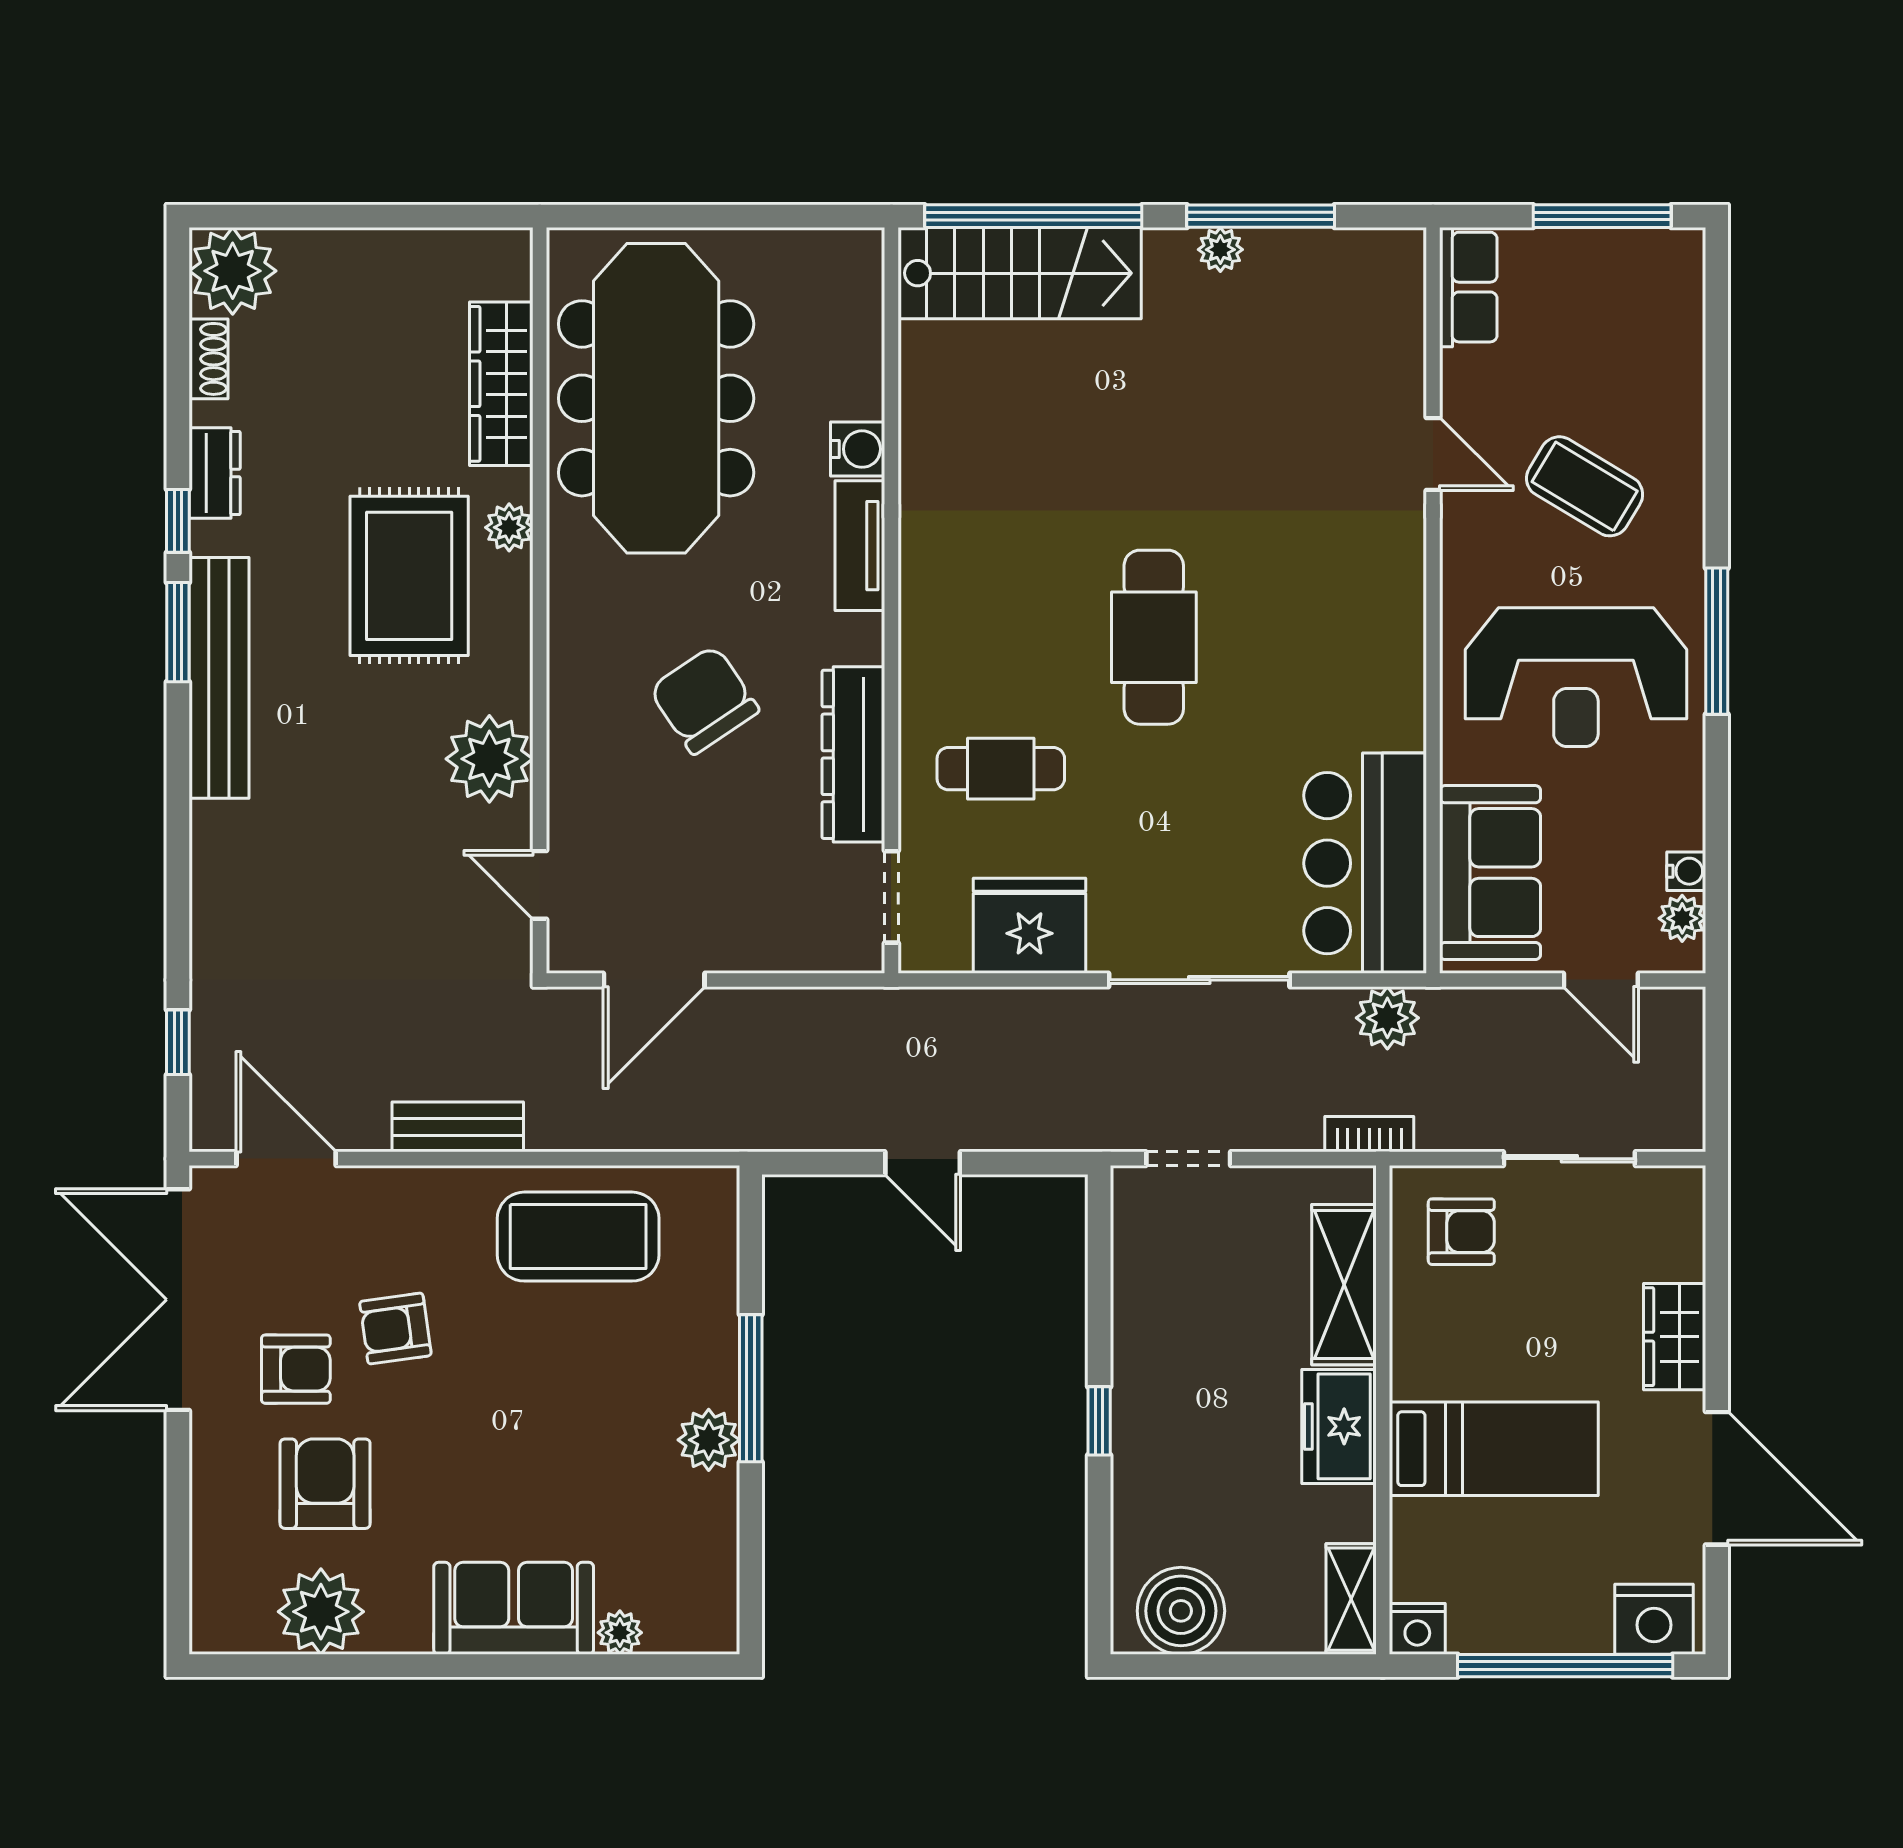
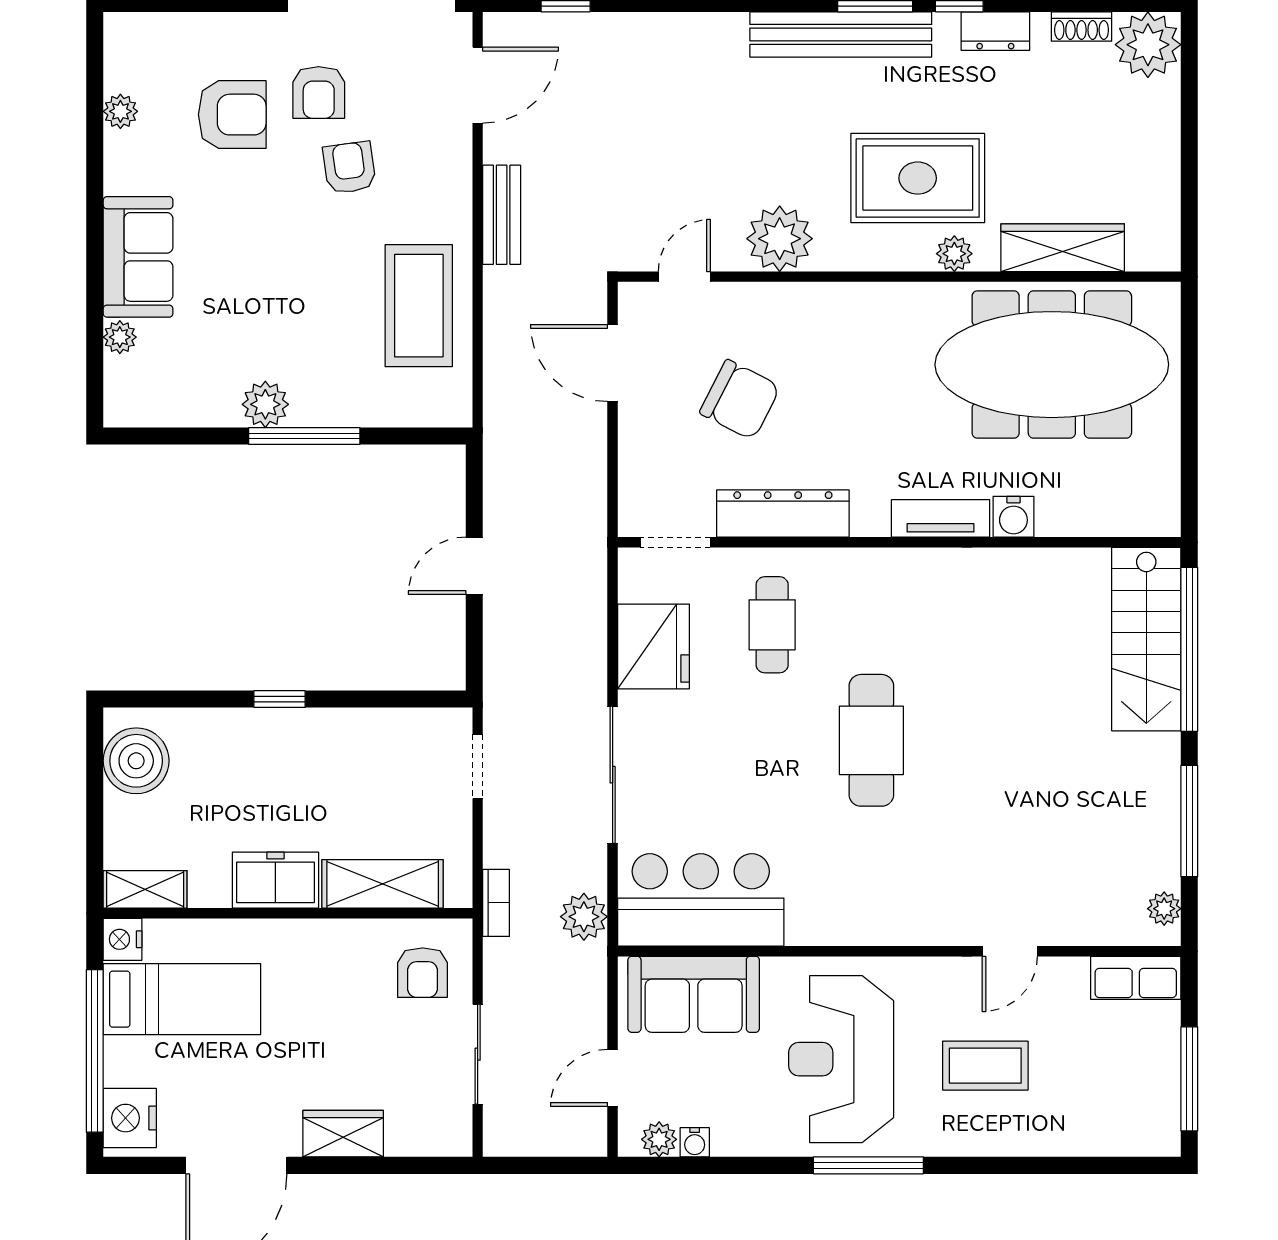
plant: (1220, 250) -> (1164, 909), moved
coffee table: (1585, 486) -> (985, 1066), turned 59
cafe table: (1154, 637) -> (871, 740), turned 90
chair: (704, 700) -> (740, 400), moved, turned 61
bed: (1494, 1449) -> (182, 999), moved, turned -90
plant: (321, 1612) -> (120, 111), width x0.53, depth x0.53

